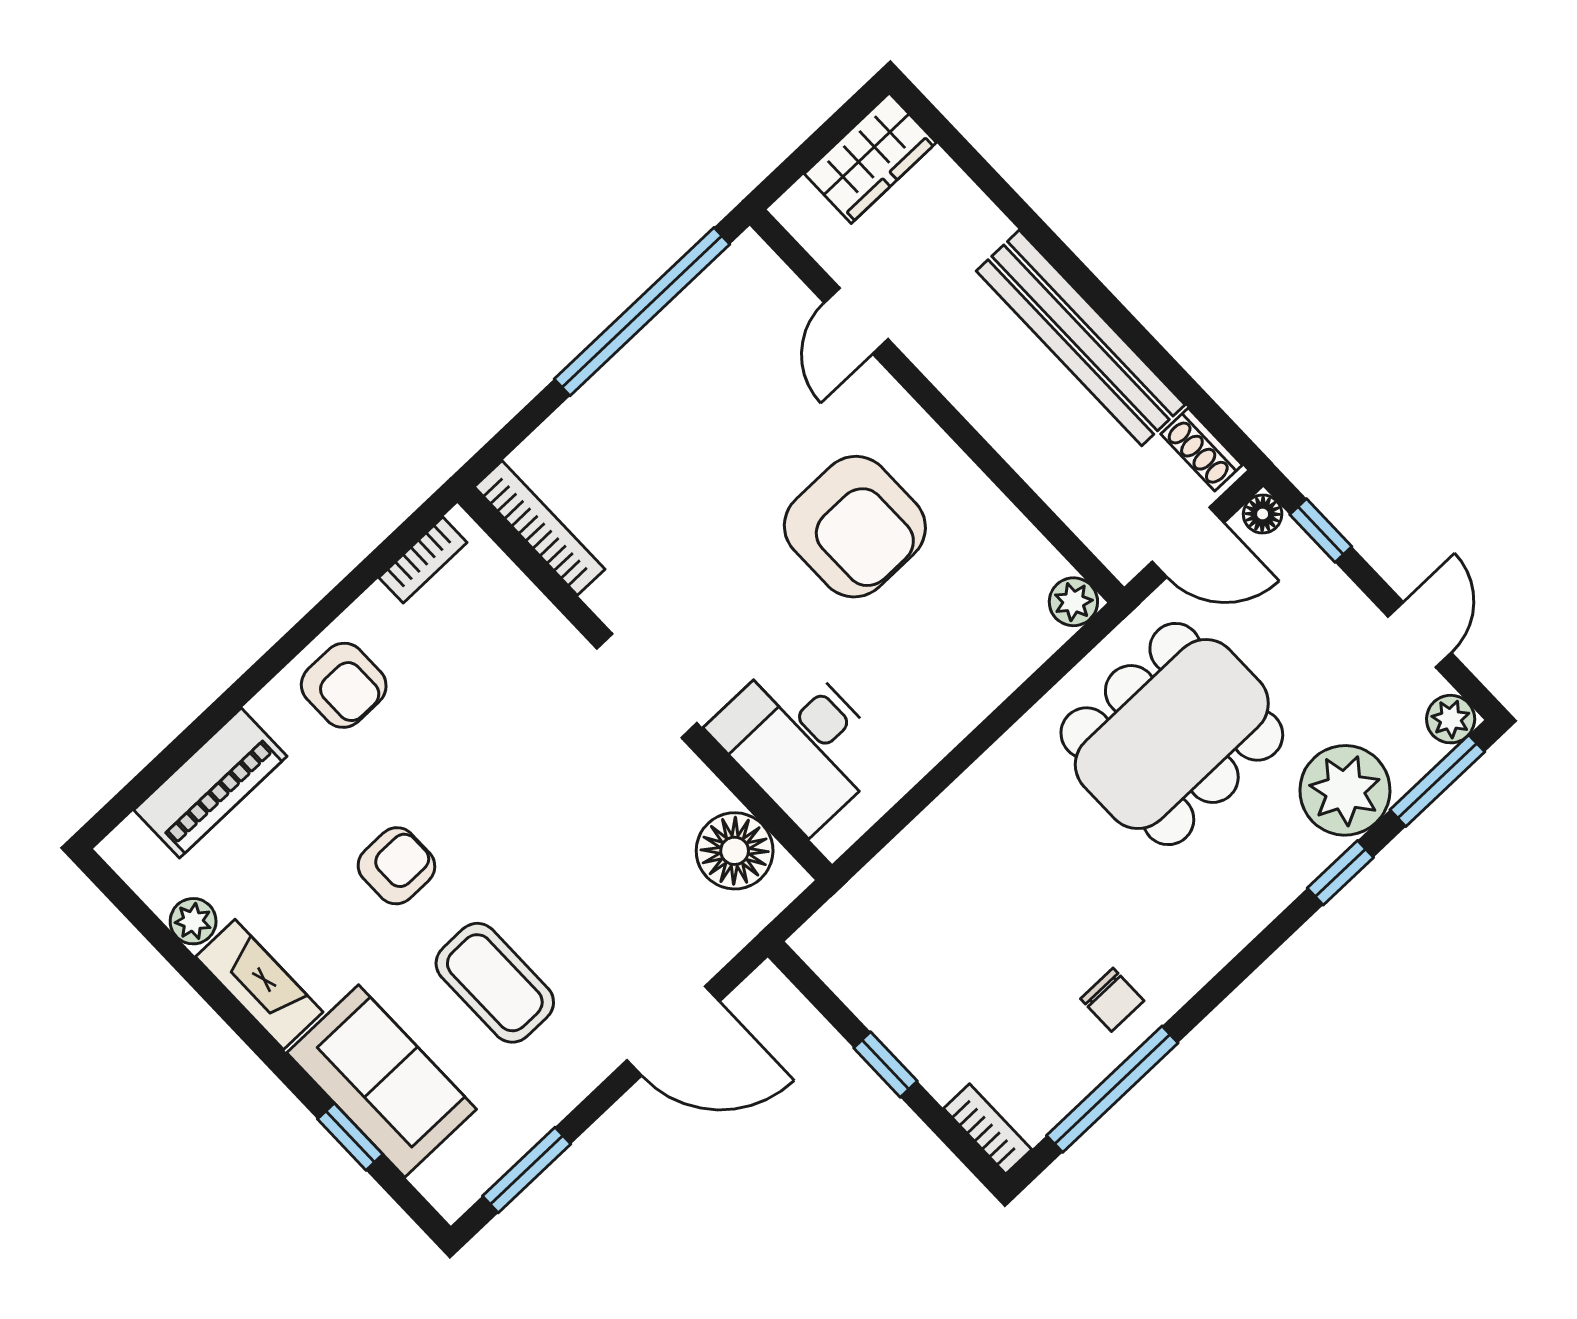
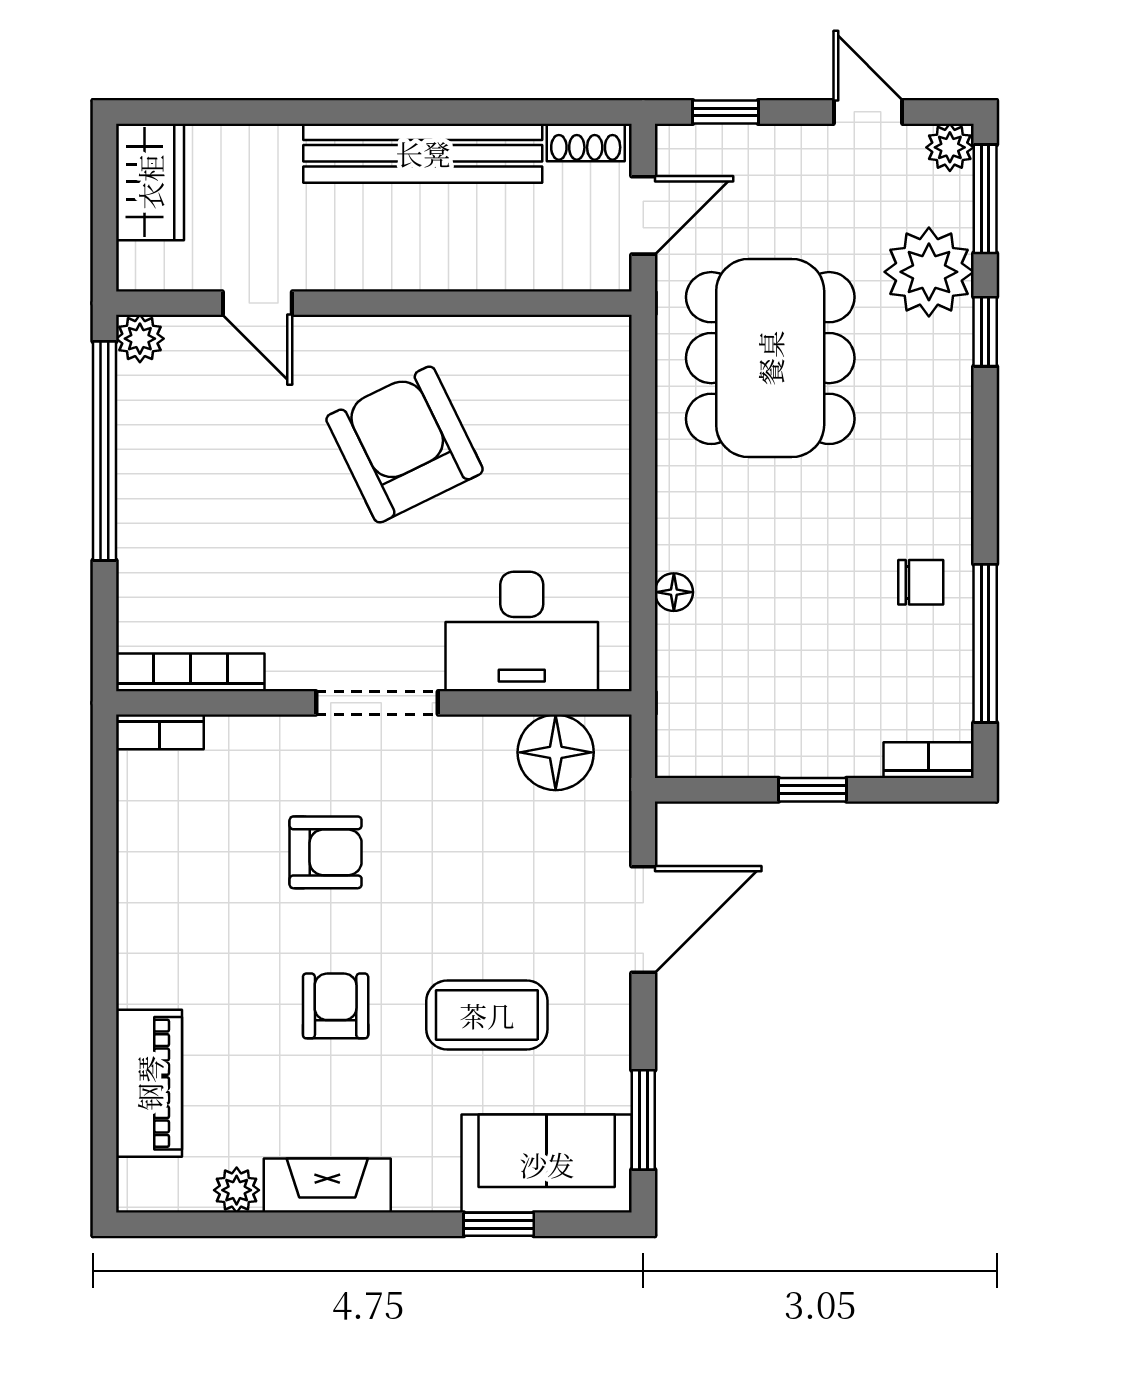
floor lamp: (1263, 514) -> (674, 592), moved
armchair: (855, 527) -> (405, 444), turned -116
bookcase: (423, 560) -> (160, 732), moved, turned 90
plant: (1073, 602) -> (140, 339), moved
armchair: (344, 685) -> (326, 852), moved
sofa: (382, 1081) -> (547, 1164), moved

